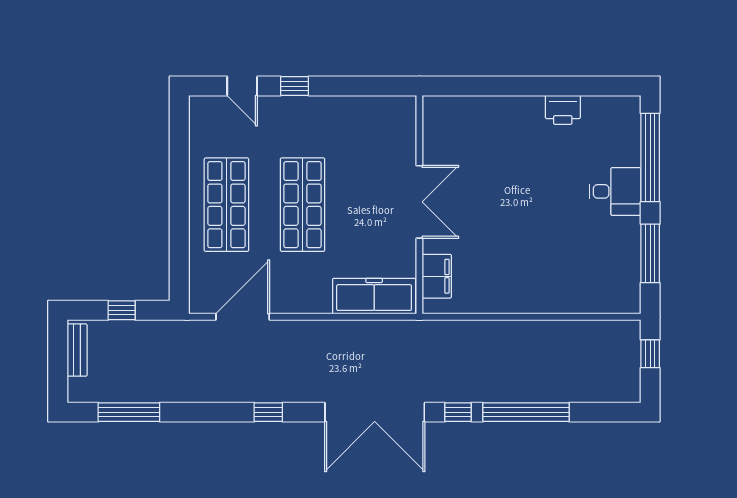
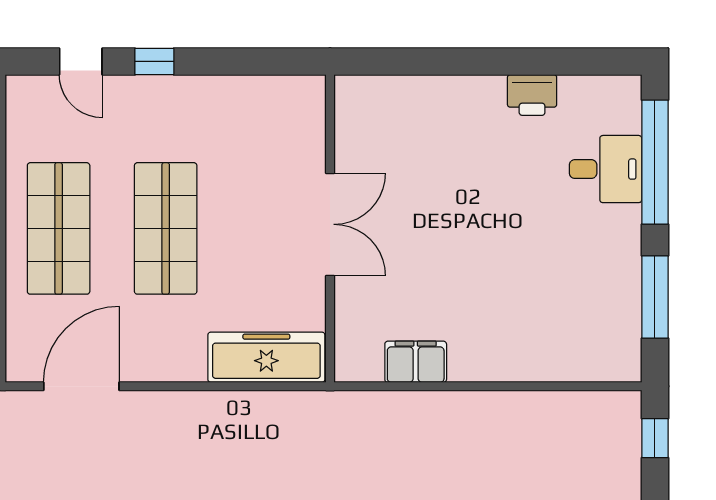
desk: (615, 191) -> (606, 169), moved
filing cabinet: (437, 276) -> (416, 362), moved, turned -90

